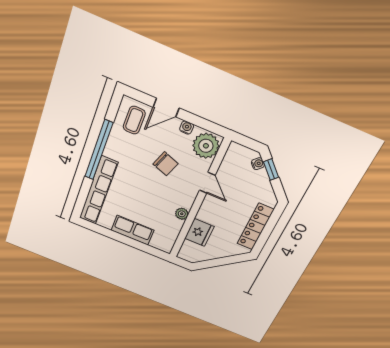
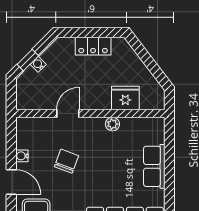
plant: (206, 146) -> (32, 131), removed
water cooler: (258, 164) -> (38, 64), moved
locker: (255, 227) -> (93, 46), width x0.66

